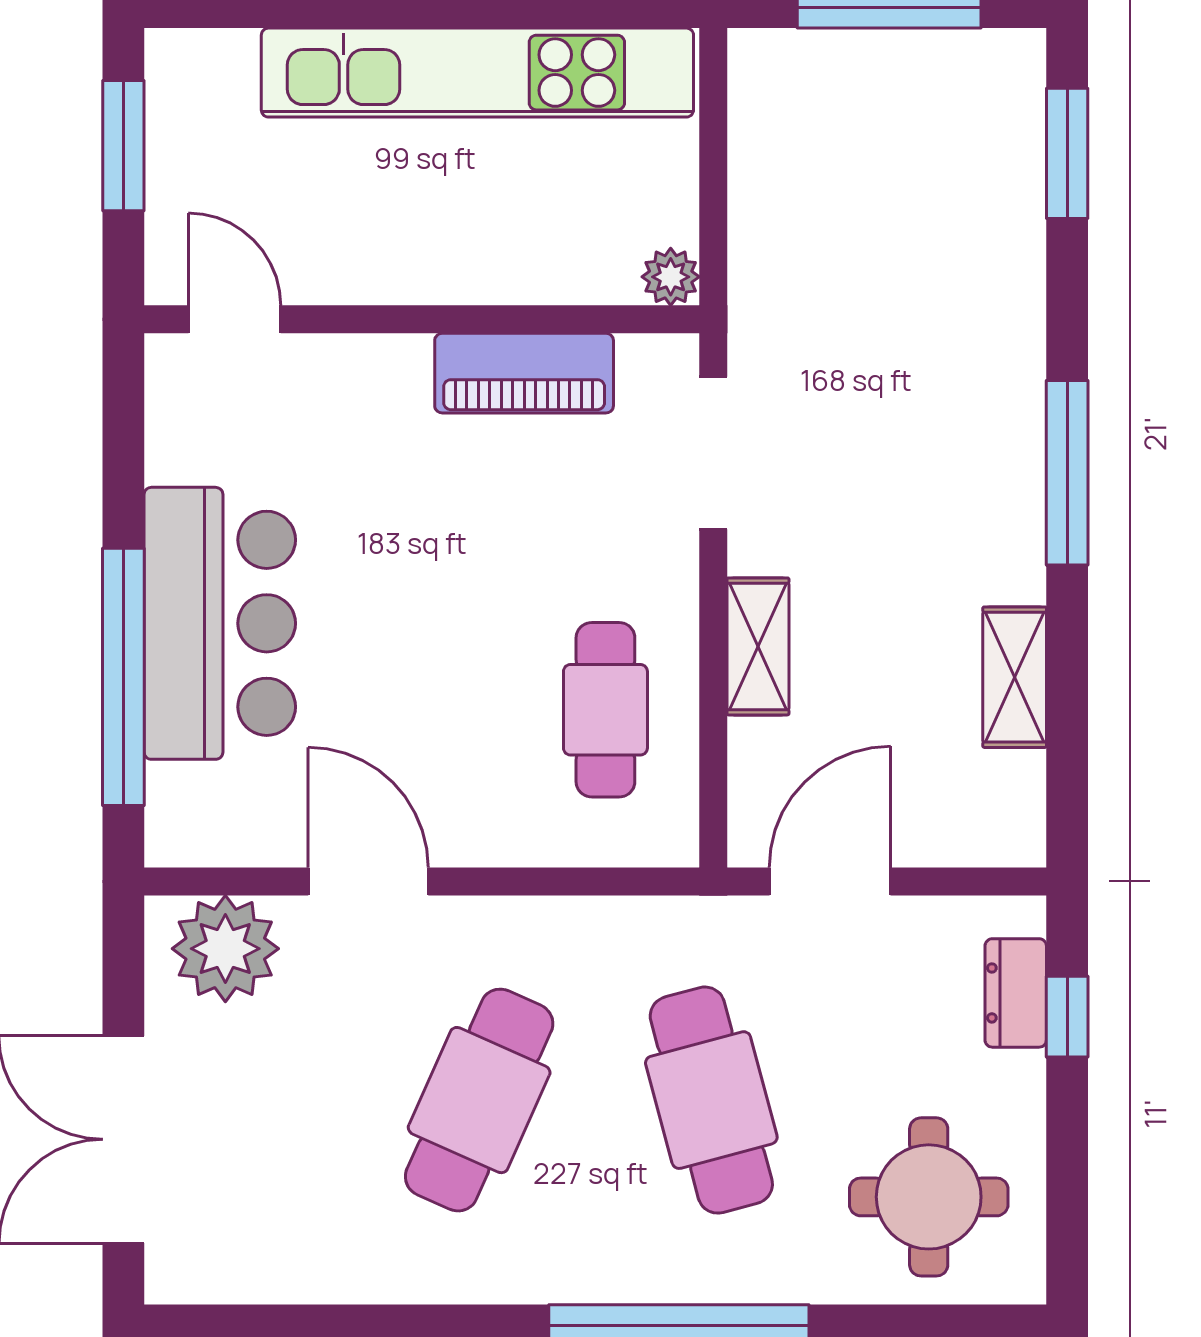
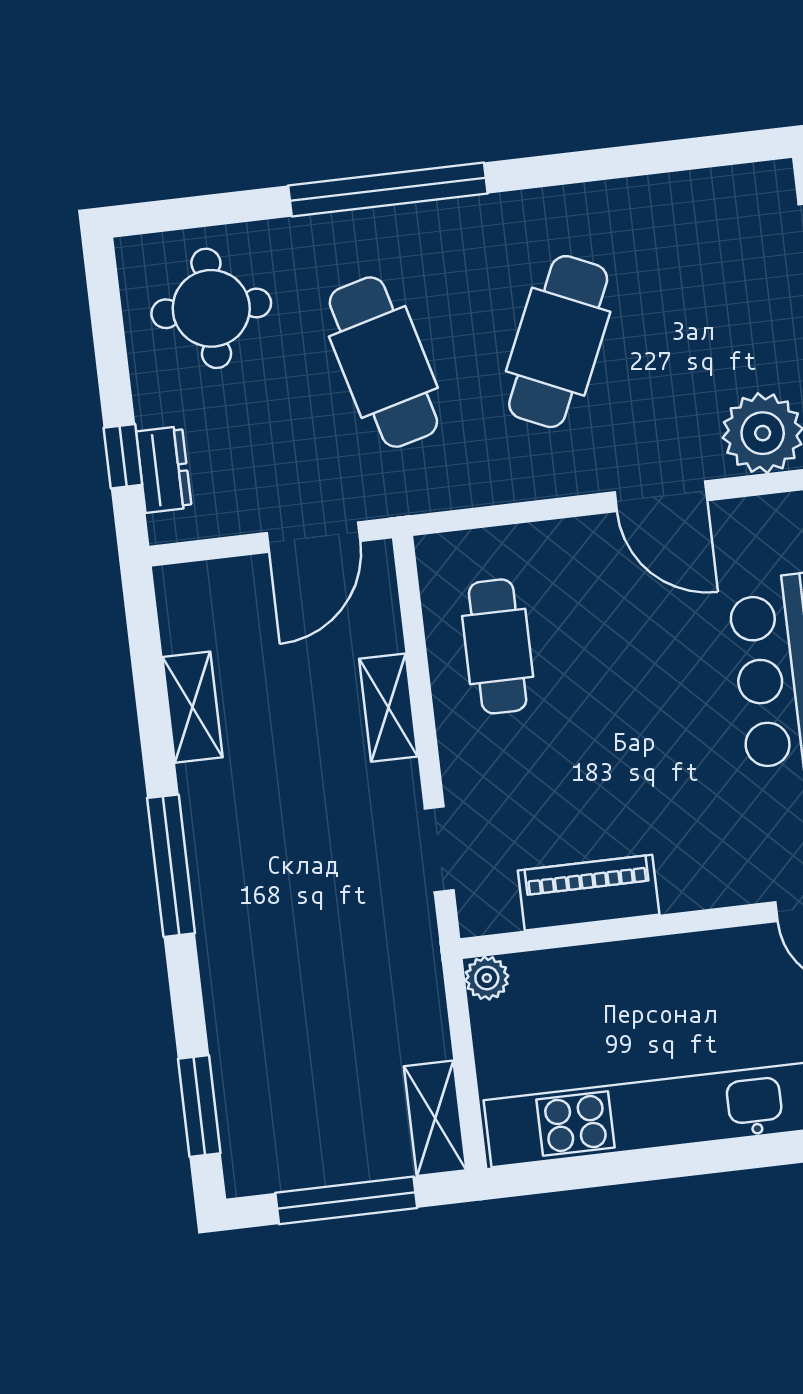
shelving: (760, 101) -> (435, 1118), added
doorway: (713, 453) -> (439, 849), width x0.73

